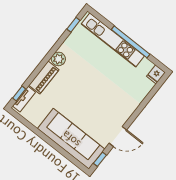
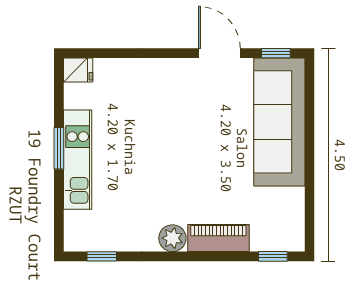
kitchen unit: (113, 40) -> (78, 160), width x0.73
window: (131, 42) -> (59, 148), width x0.47
tv unit: (24, 99) -> (276, 242), removed

